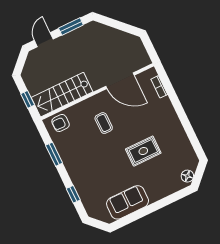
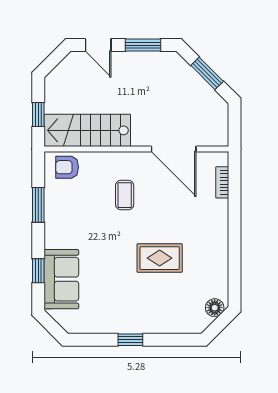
window: (118, 25) -> (207, 73), added
door: (44, 40) -> (98, 45), swing flipped
floor lamp: (187, 176) -> (215, 308), moved
sofa: (128, 202) -> (61, 279), moved, turned 90
window: (149, 209) -> (130, 340), added

